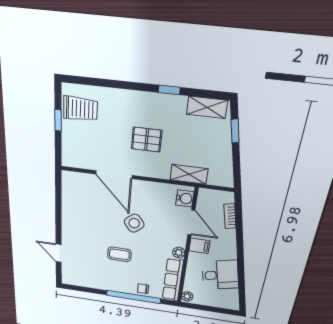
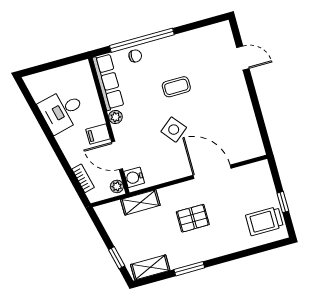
window: (169, 90) -> (189, 269), width x1.50
plant: (187, 296) -> (117, 186), moved

